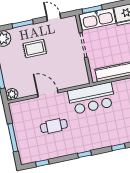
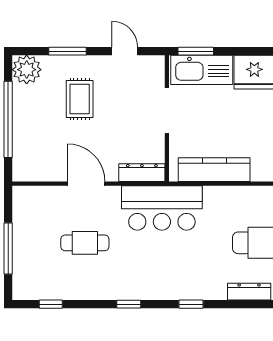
rug: (35, 49) -> (80, 99), turned 90
dresser: (77, 81) -> (142, 173), added
plant: (12, 94) -> (23, 171), removed

